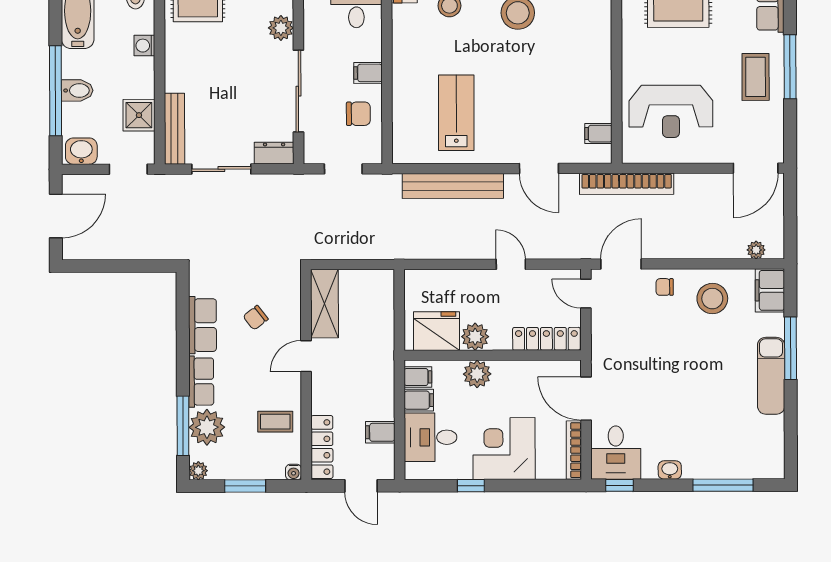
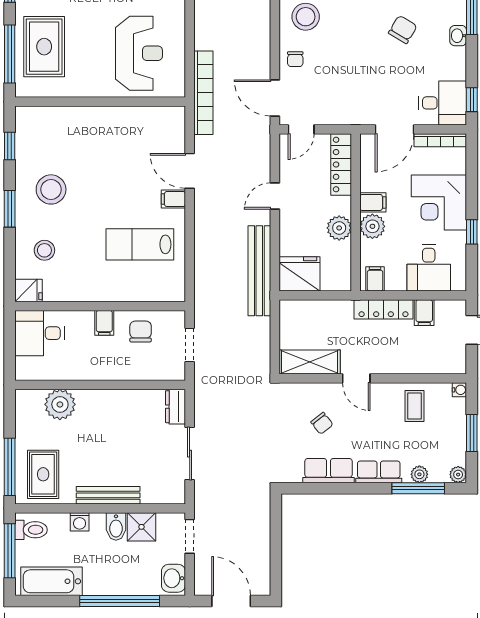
plant: (281, 28) -> (60, 404), width x1.36, depth x1.36
bidet: (77, 90) -> (116, 527), moved, turned 180
sliding door: (298, 91) -> (120, 385), removed
bench: (174, 129) -> (108, 495), moved
filing cabinet: (598, 134) -> (173, 199), moved, turned 90
door: (539, 168) -> (190, 171), swing flipped
bench: (453, 186) -> (259, 271), moved
fridge: (436, 331) -> (299, 274), moved, turned 90
filing cabinet: (419, 400) -> (373, 202), moved, turned 90
chair: (698, 408) -> (403, 29), added
plant: (207, 427) -> (419, 474), width x0.53, depth x0.53
locker: (322, 447) -> (383, 309), moved, turned 180
washbasin: (670, 470) -> (458, 36), moved

